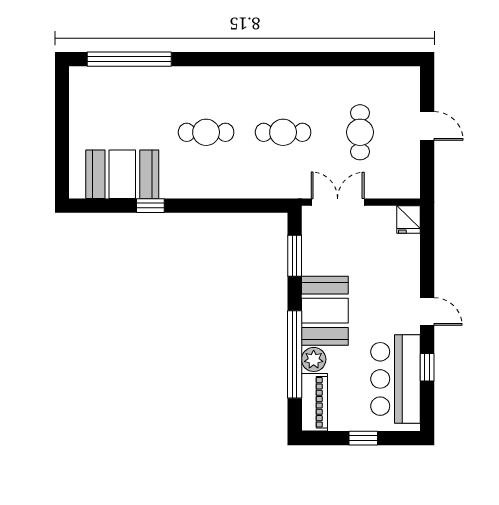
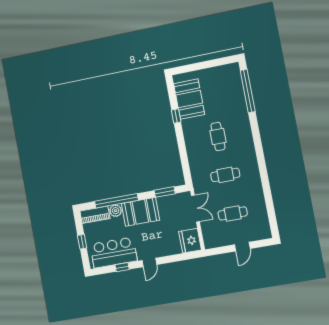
cafe table: (283, 132) -> (225, 175), turned 90
fridge: (408, 219) -> (190, 241), width x1.88, depth x1.34

